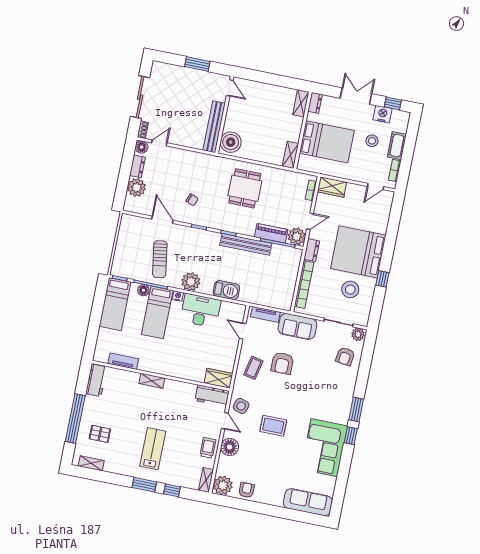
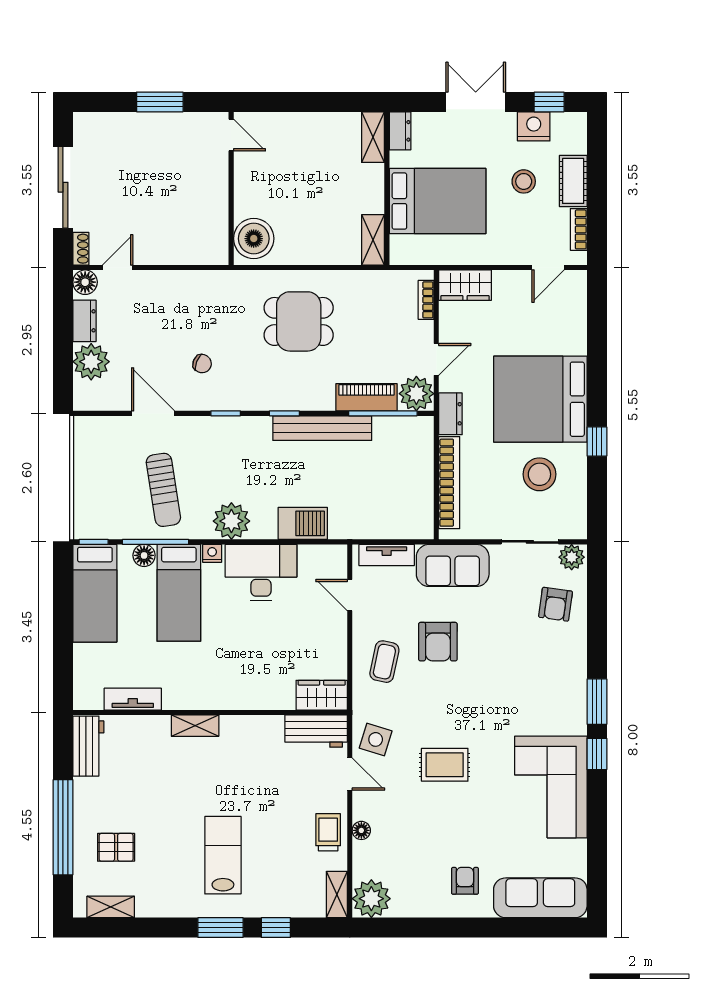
bench: (214, 127) -> (216, 215), removed
dining table: (245, 188) -> (299, 321), turned 90
floor lamp: (230, 447) -> (361, 830), width x0.53, depth x0.53
armchair: (247, 490) -> (465, 881), moved

